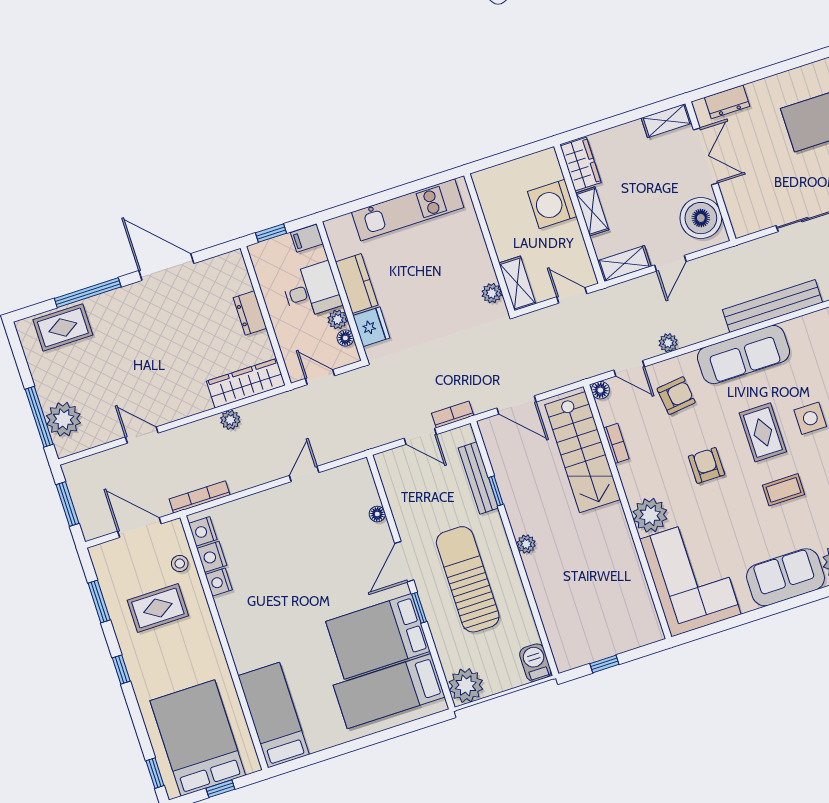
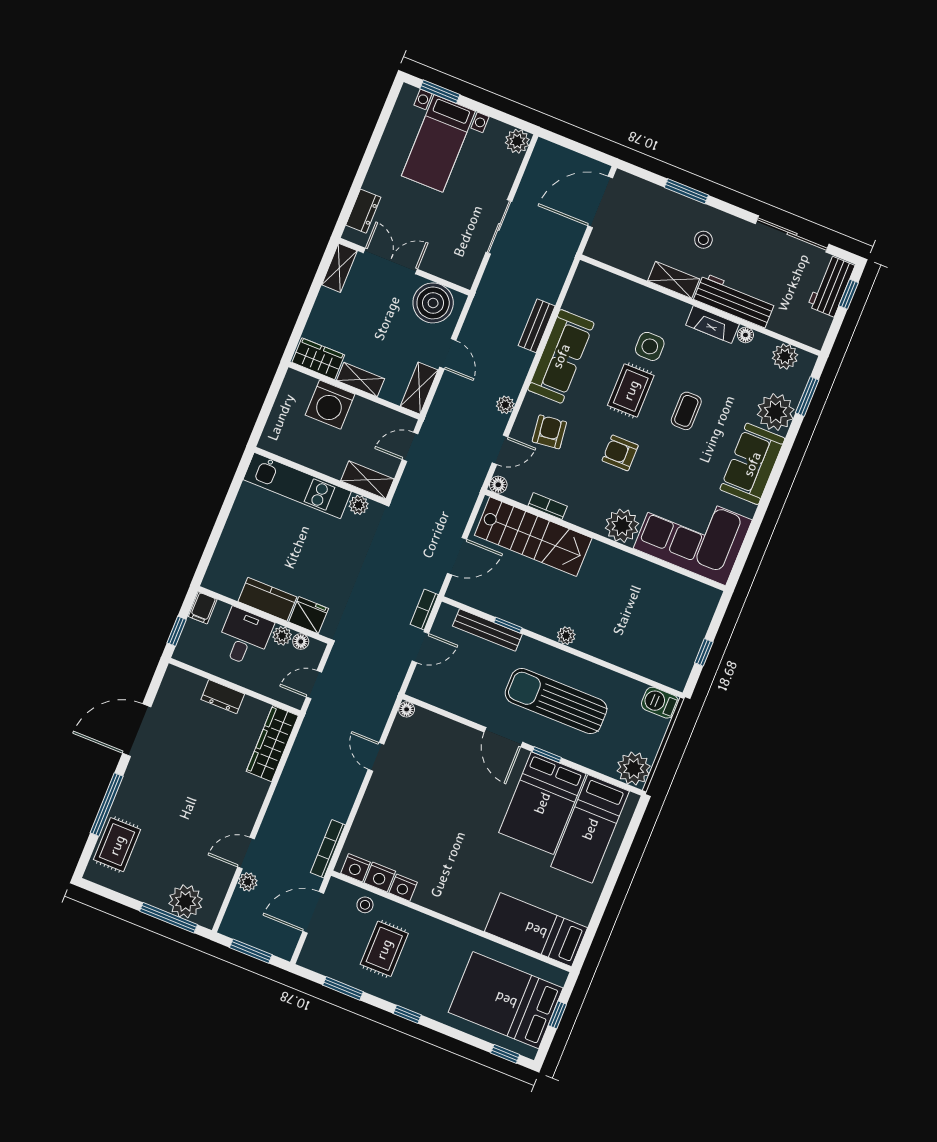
kitchen unit: (408, 210) -> (297, 485), moved, turned 90
bench: (772, 306) -> (537, 326), width x0.54, depth x0.82
plant: (230, 420) -> (248, 882), moved
rug: (763, 432) -> (631, 390), turned 90
floor lamp: (377, 514) -> (407, 709), moved

